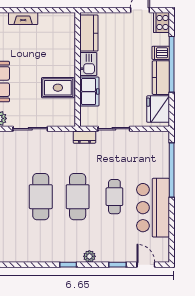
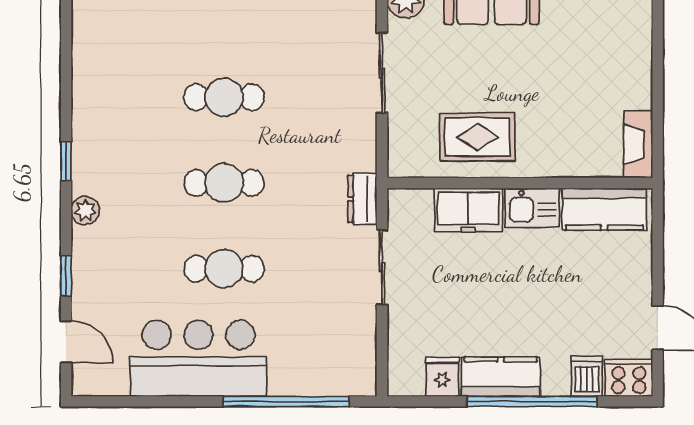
fireplace: (23, 19) -> (638, 144), moved
dishwasher: (161, 53) -> (587, 376), moved
rug: (58, 88) -> (477, 137), turned 90
fridge: (158, 109) -> (442, 377), width x0.53, depth x0.75
cafe table: (41, 197) -> (224, 97), width x0.73, depth x0.74
cafe table: (78, 197) -> (224, 183), width x0.73, depth x0.74
door: (146, 265) -> (66, 342), hinge flipped

